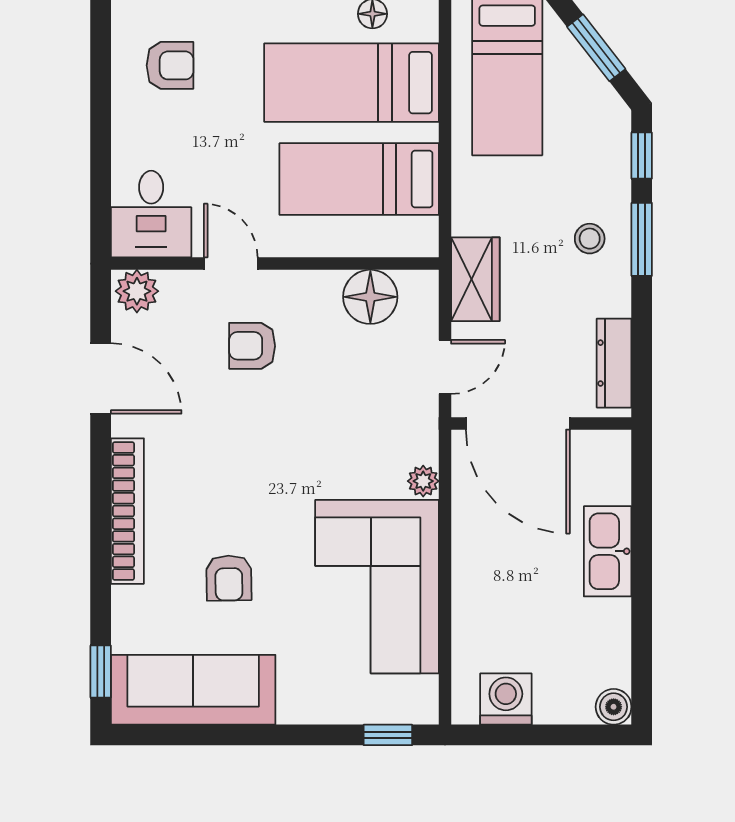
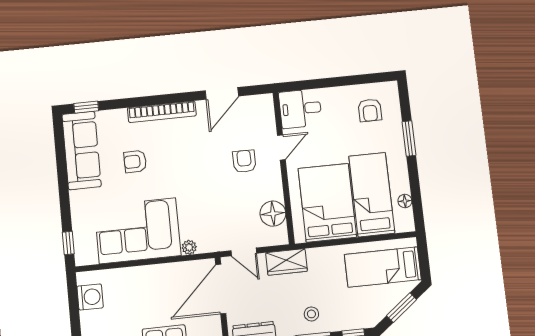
bed: (359, 179) -> (327, 203), width x1.50
plant: (137, 291) -> (264, 106), removed

